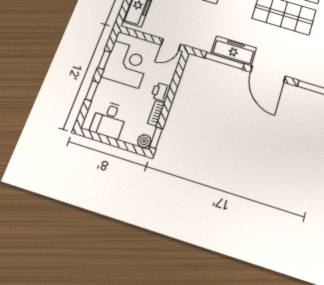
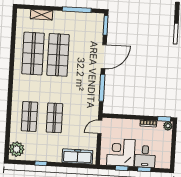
door: (171, 45) -> (100, 127), swing flipped
freezer: (234, 51) -> (93, 83), removed
printer: (161, 92) -> (134, 124), removed
desk: (109, 120) -> (145, 157), moved, turned 90

